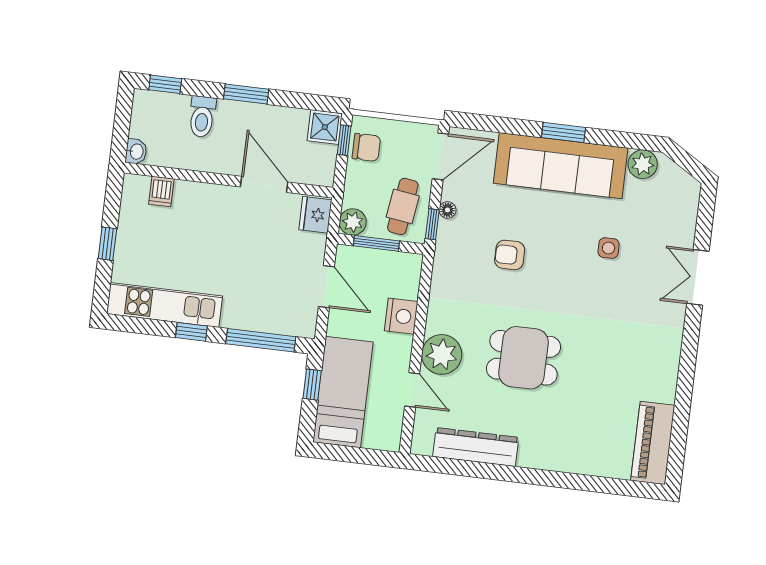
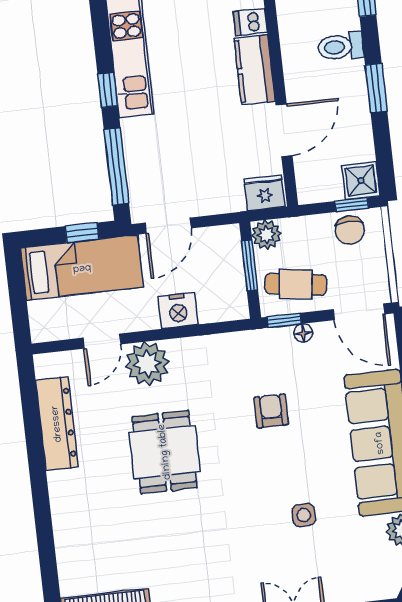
kitchen counter: (205, 198) -> (255, 70), added
door: (326, 287) -> (168, 226), moved

